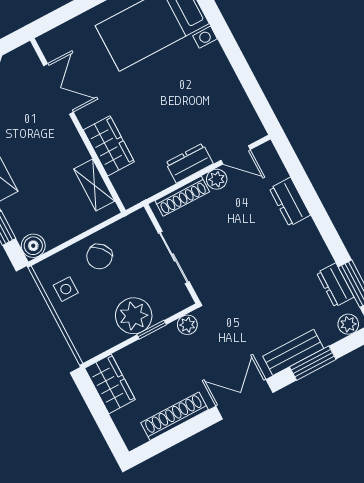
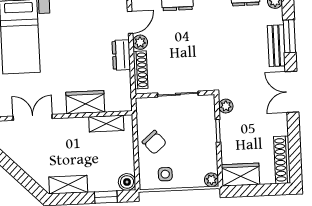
plant: (134, 316) -> (211, 180), moved, width x0.53, depth x0.53
shoe rack: (174, 416) -> (282, 160), moved

